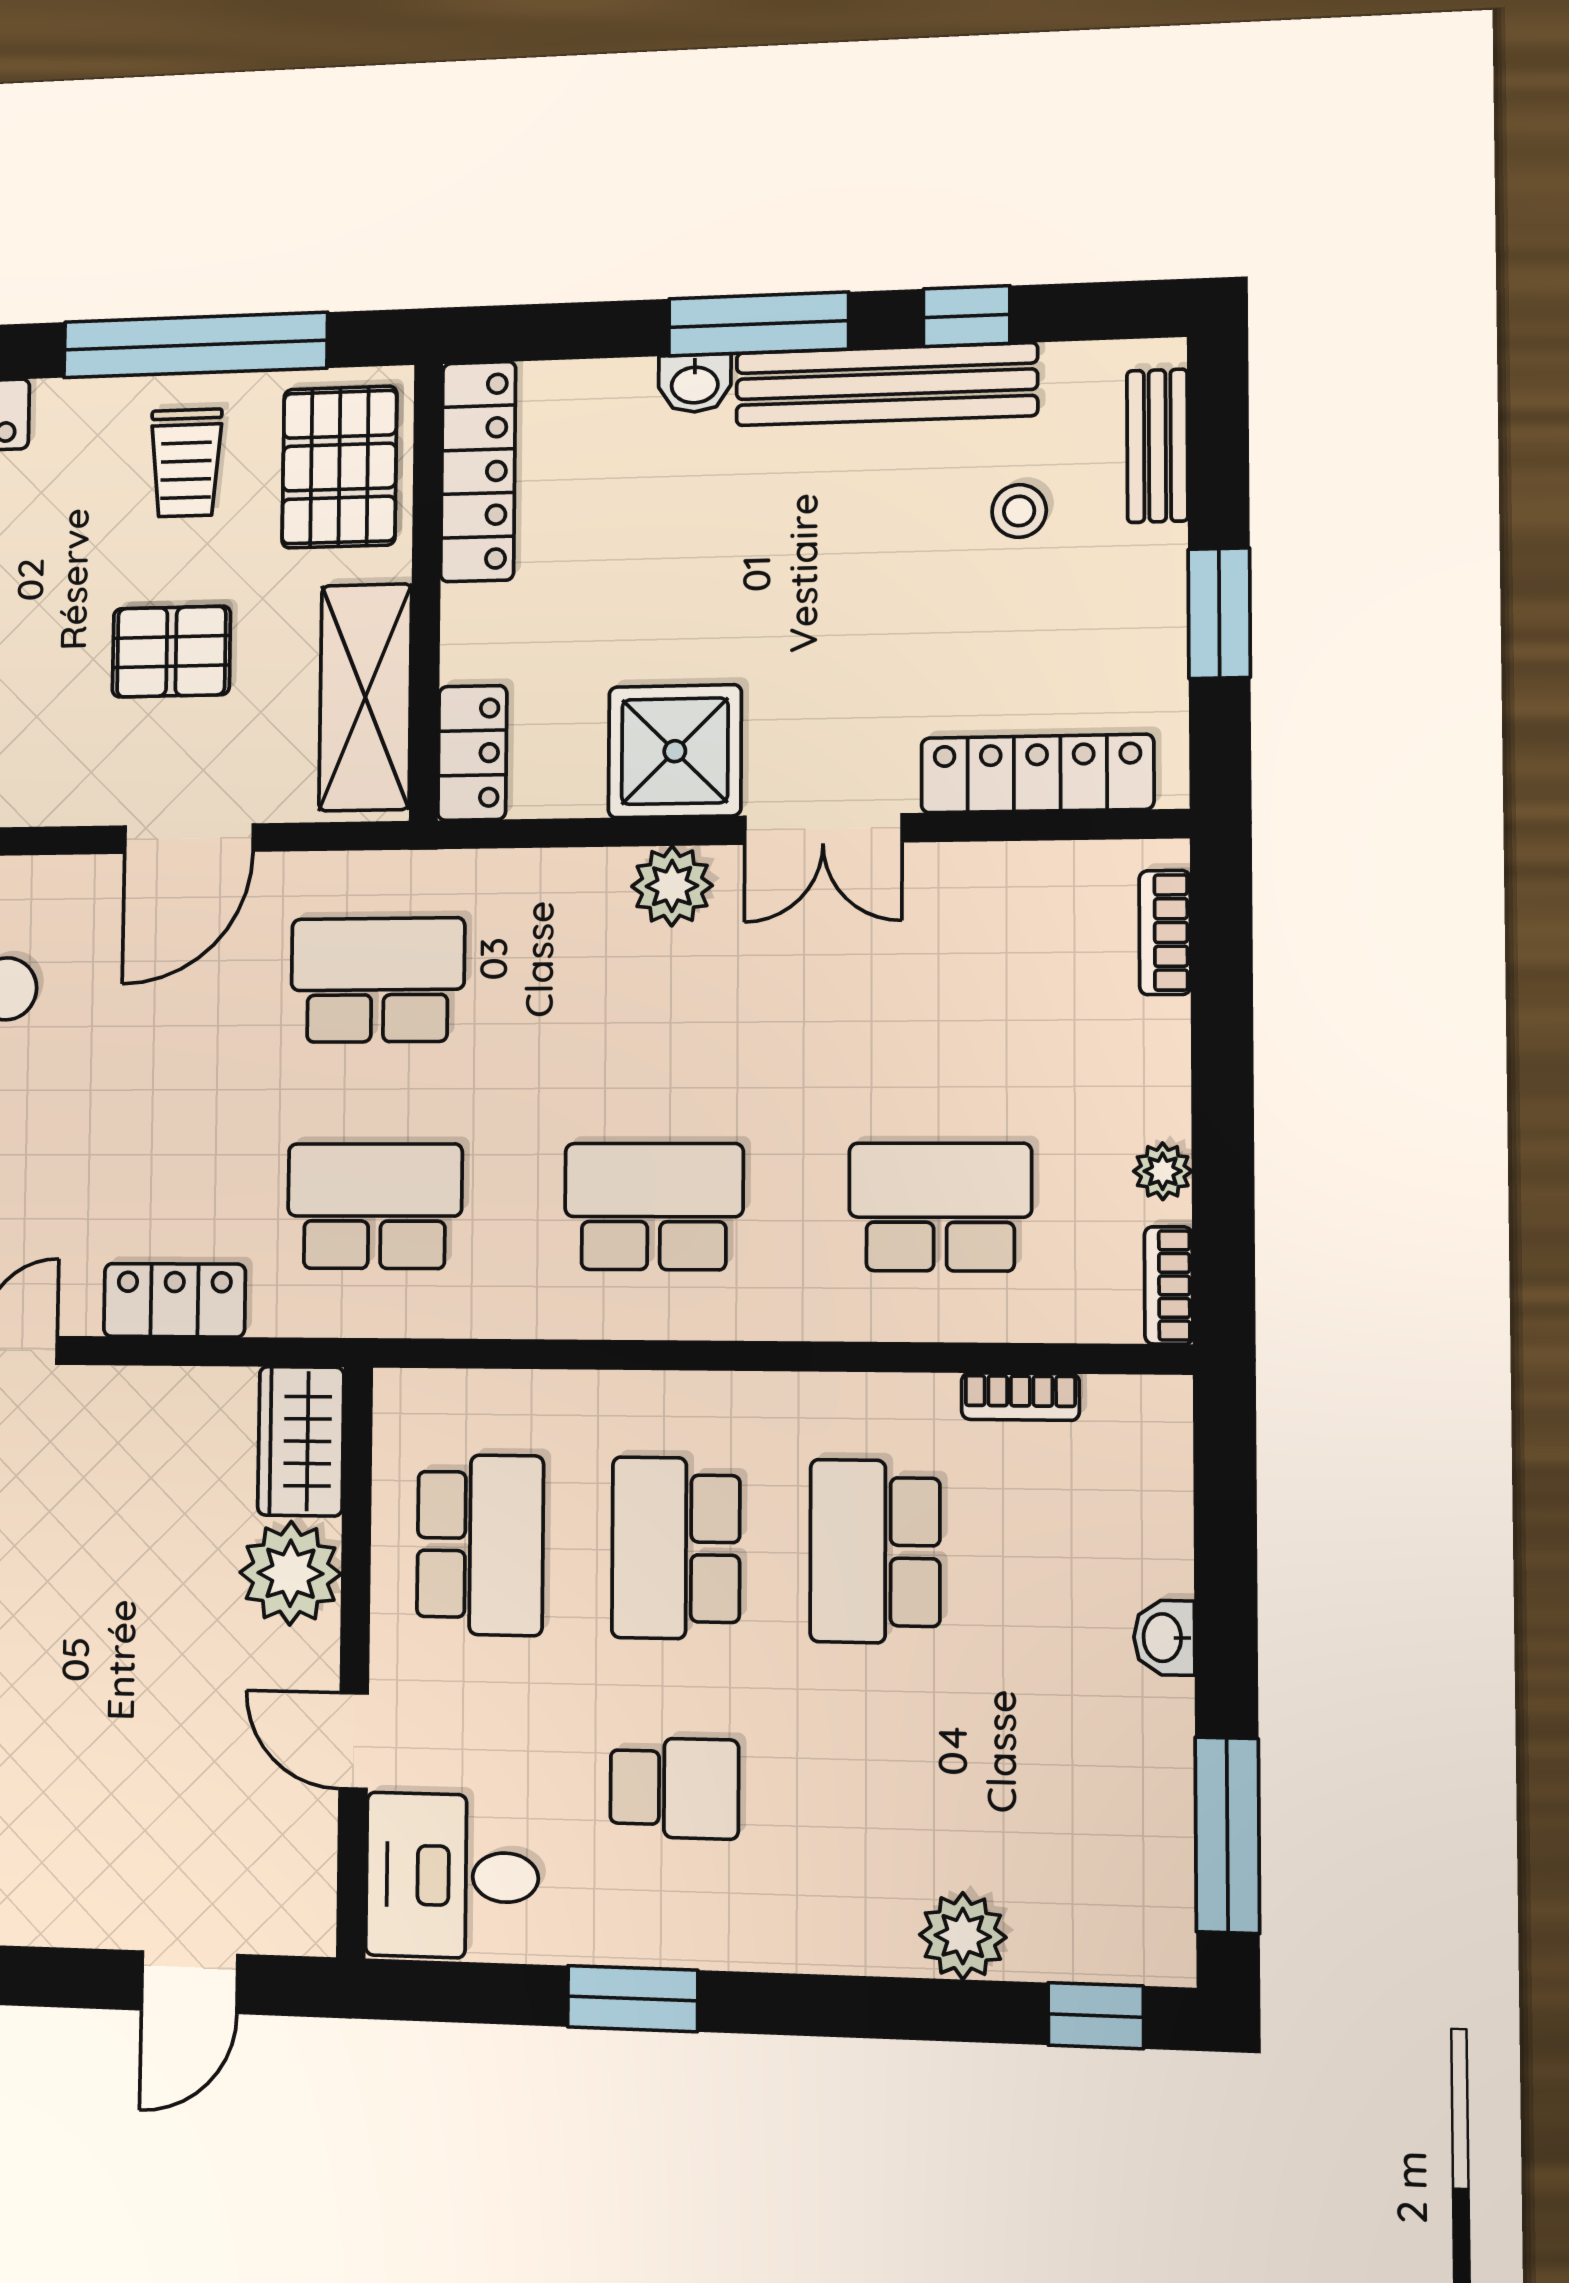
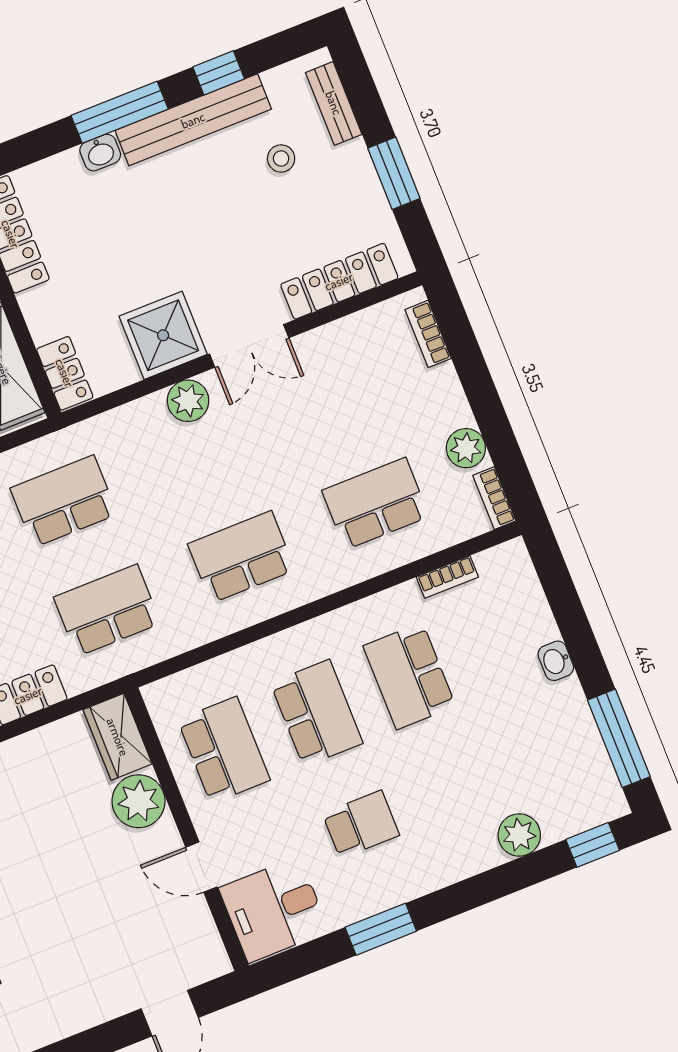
plant: (1163, 1171) -> (466, 448), width x1.38, depth x1.38
school desk: (676, 1548) -> (317, 713), turned 180

